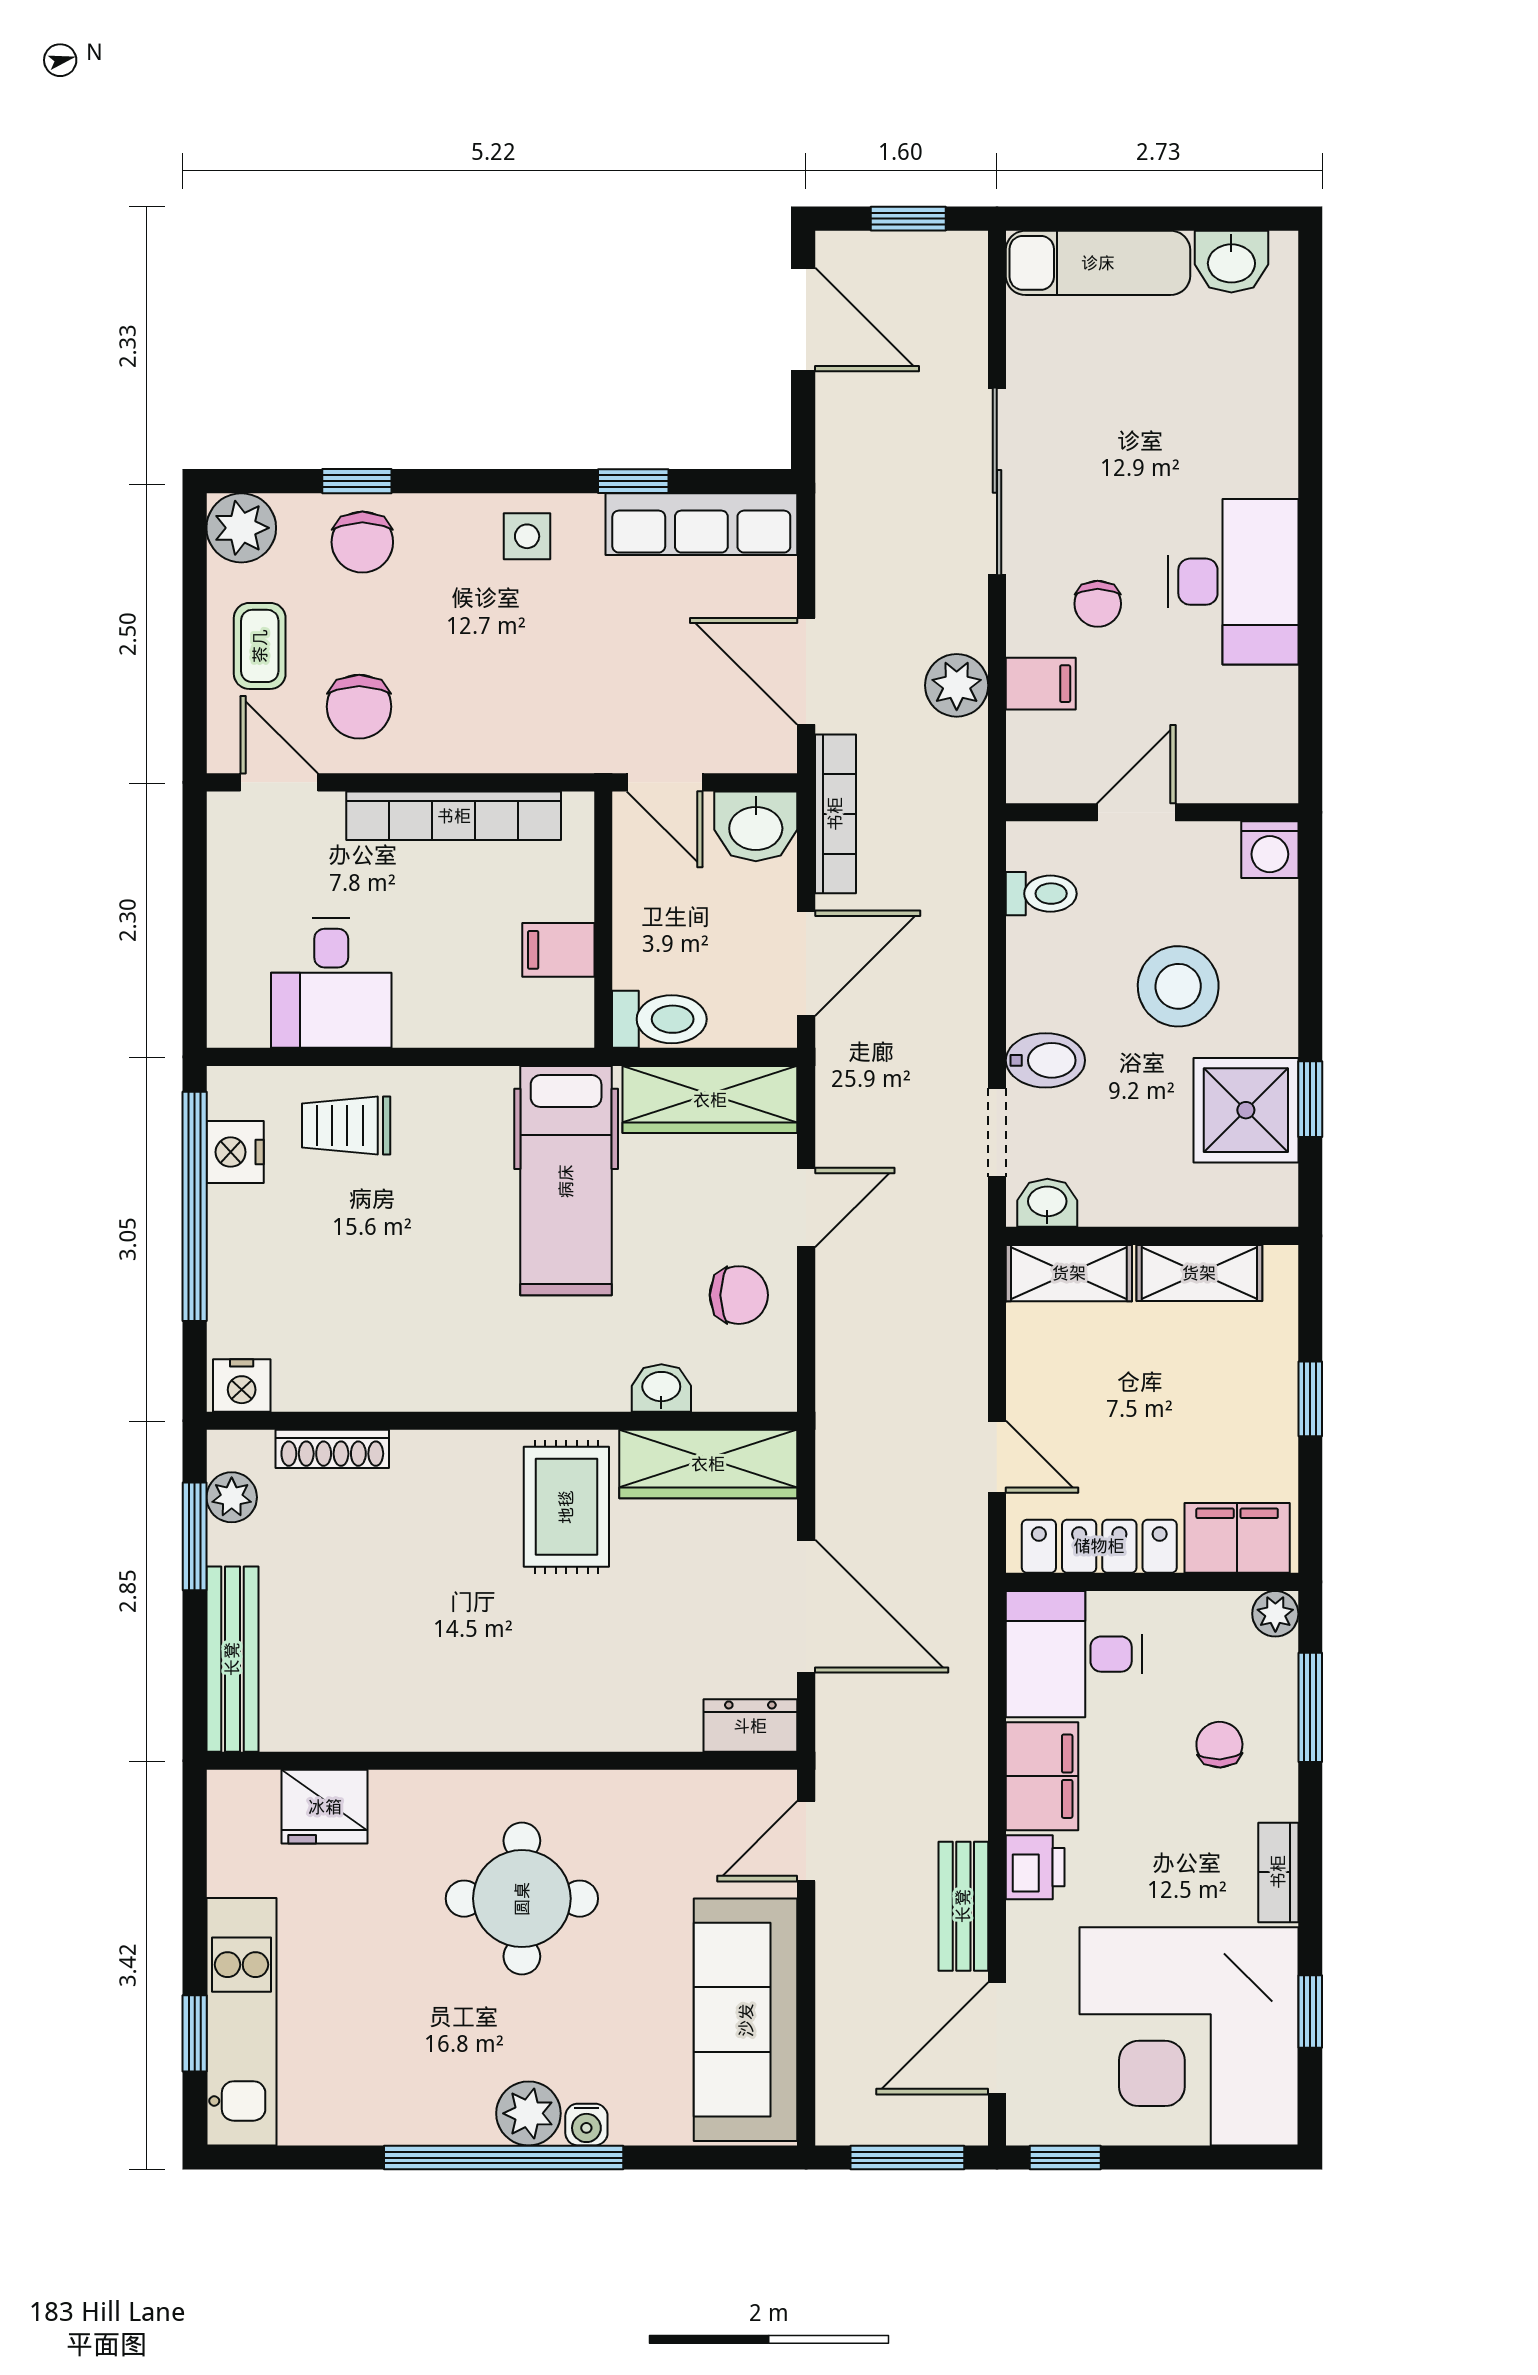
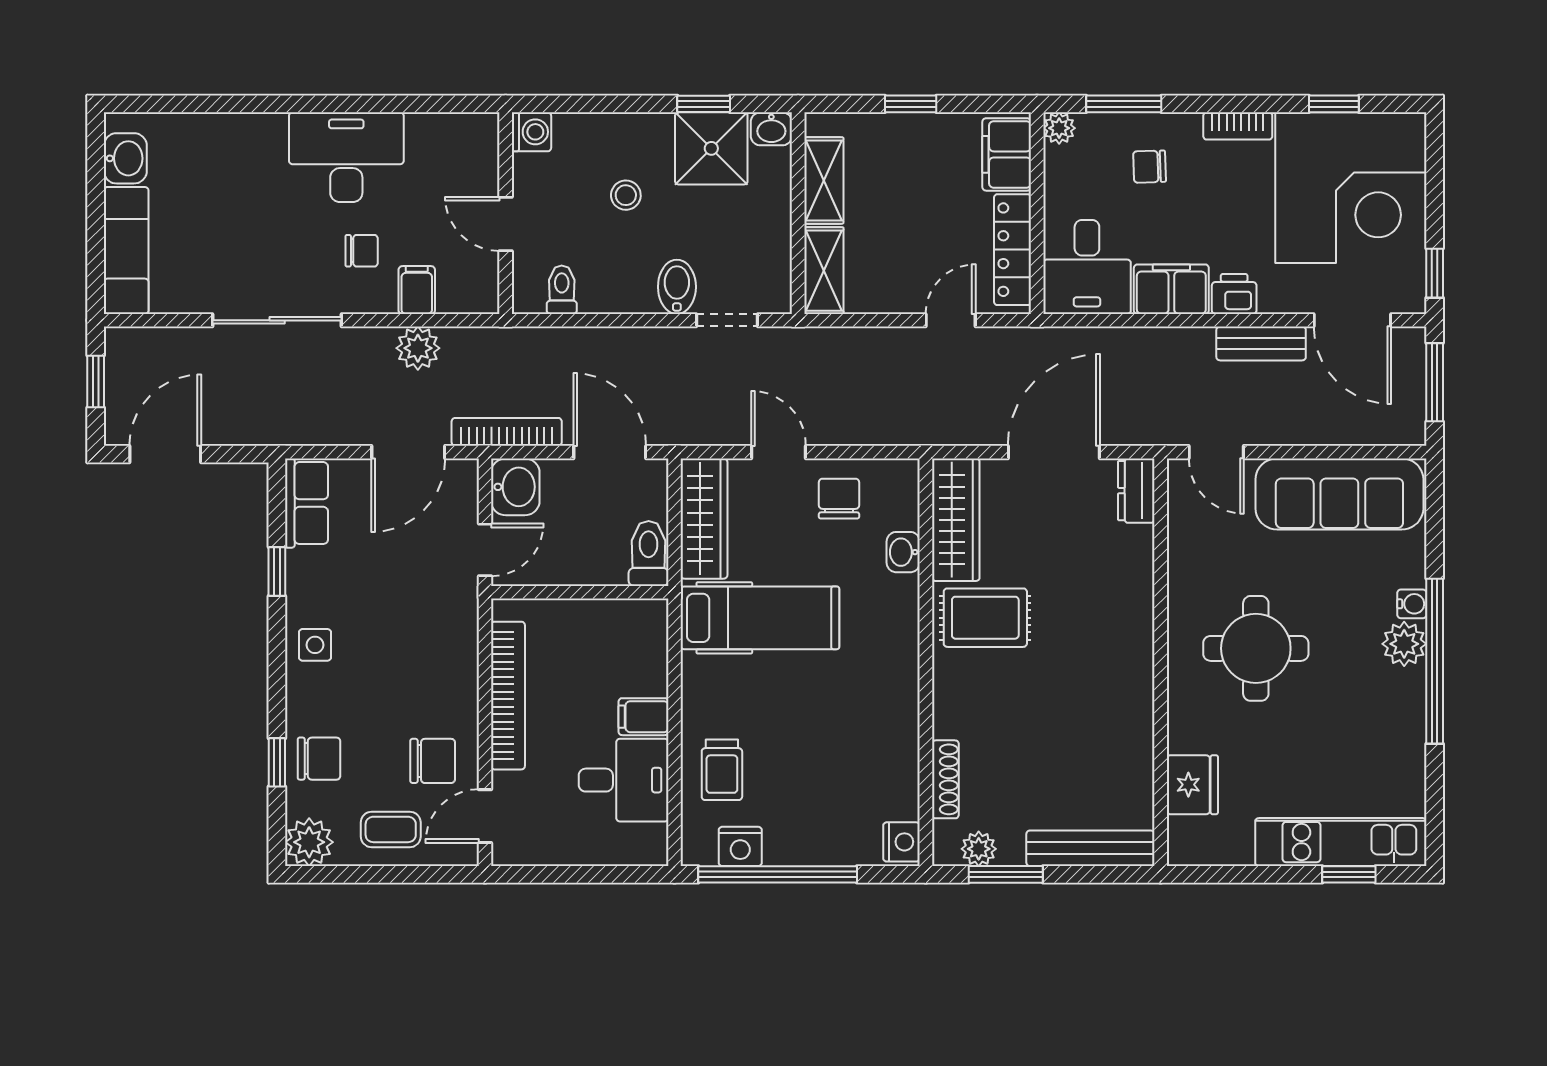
row of seats: (701, 524) -> (307, 503), width x0.68
filing cabinet: (558, 950) -> (643, 717), moved, turned 90
stool: (1178, 986) -> (626, 195), width x0.53, depth x0.53
washbasin: (1047, 1203) -> (771, 129), moved, turned -90

